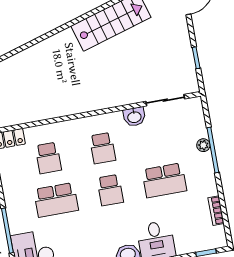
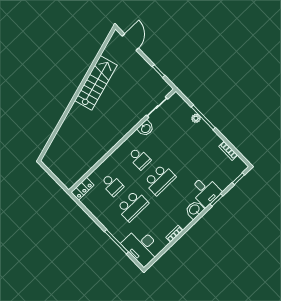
school desk: (164, 180) -> (187, 153), removed
school desk: (110, 190) -> (160, 180), width x1.85

